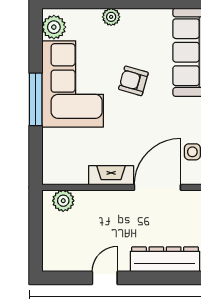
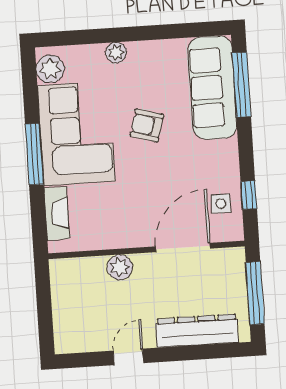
fireplace: (111, 175) -> (57, 213), moved, turned 90
plant: (63, 201) -> (120, 267), moved

